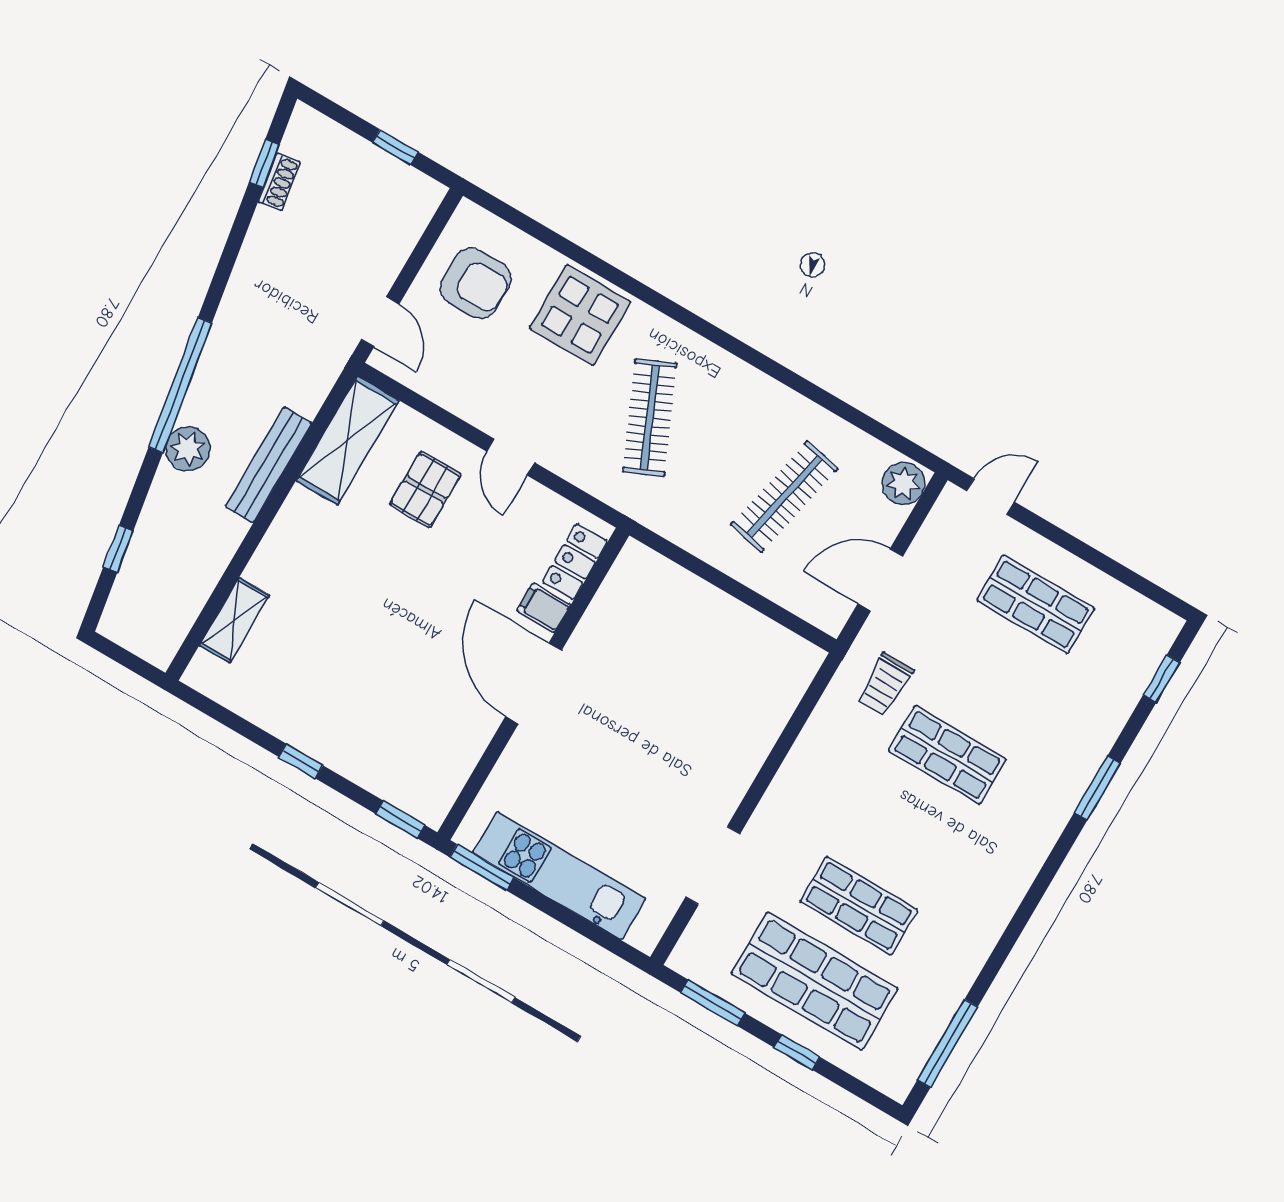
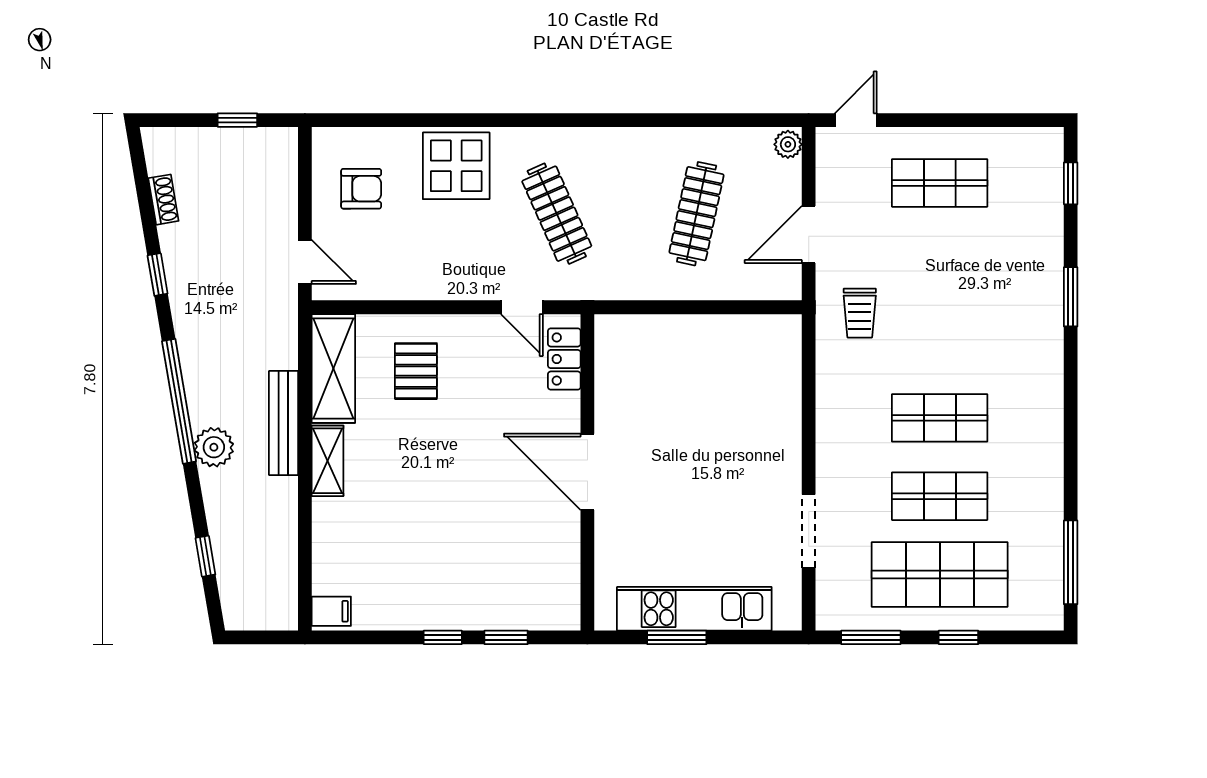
window: (264, 163) -> (158, 275), moved
armchair: (476, 283) -> (361, 189), width x0.72, depth x0.72
door: (511, 457) -> (522, 307), moved
plant: (903, 484) -> (788, 144), width x0.73, depth x0.73
filing cabinet: (544, 608) -> (331, 611), moved, turned 180
shelving: (234, 620) -> (328, 461), moved
shop shelf: (947, 755) -> (940, 418), moved
window: (400, 820) -> (506, 637), moved
window: (482, 867) -> (677, 637), moved

